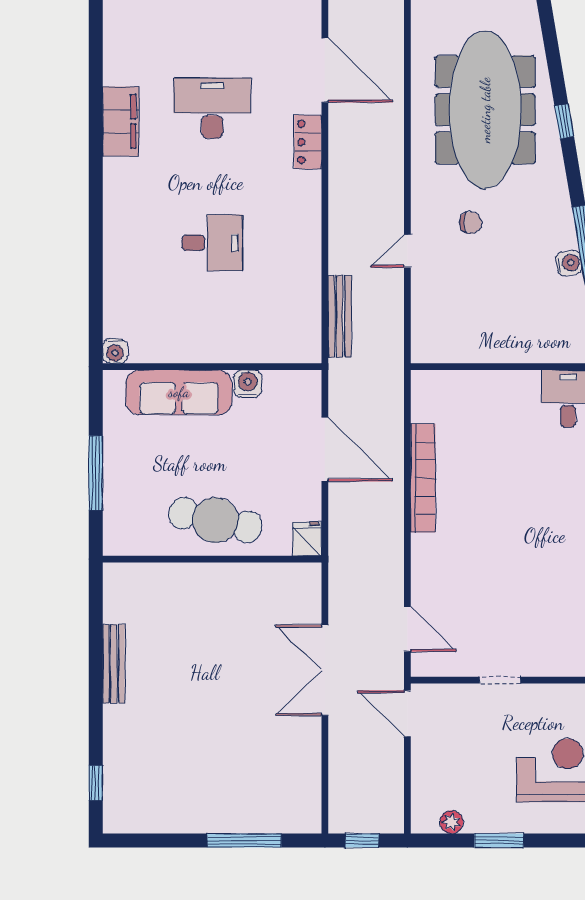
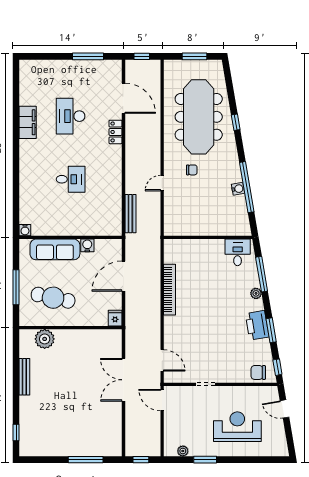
desk: (212, 108) -> (71, 116), turned -90
door: (325, 449) -> (123, 276), swing flipped
cafe table: (215, 520) -> (53, 298), moved
plant: (157, 583) -> (45, 339), added

